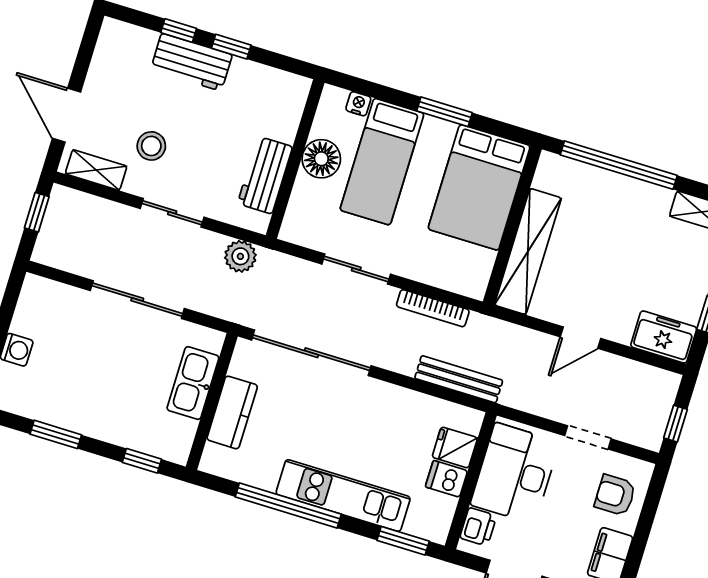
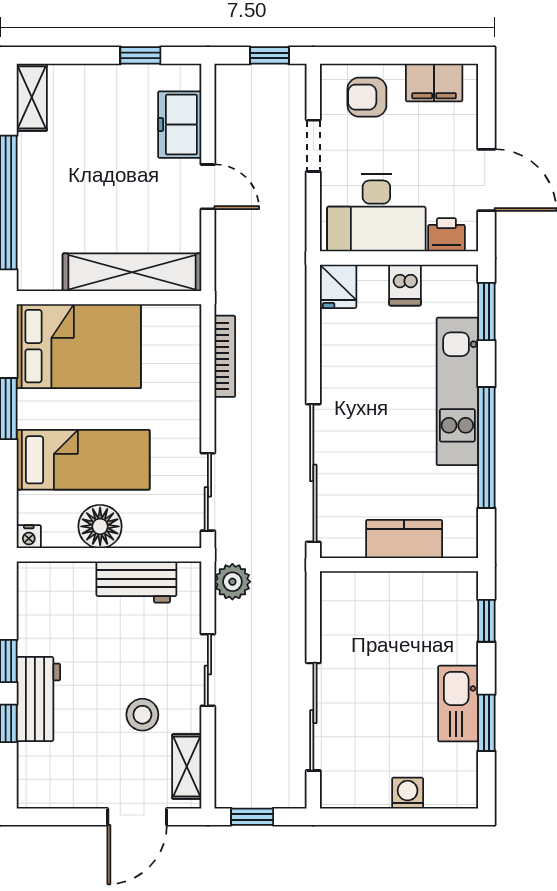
nightstand: (358, 104) -> (29, 537), moved, turned -90
sliding door: (356, 269) -> (208, 492), moved
sliding door: (137, 300) -> (313, 717), moved
freezer: (664, 337) -> (180, 125), moved
bench: (459, 379) -> (293, 305), removed
kitchen sink: (193, 383) -> (458, 704), moved, turned 90
fridge: (455, 447) -> (338, 286), moved
armchair: (615, 495) -> (367, 97), turned 90

